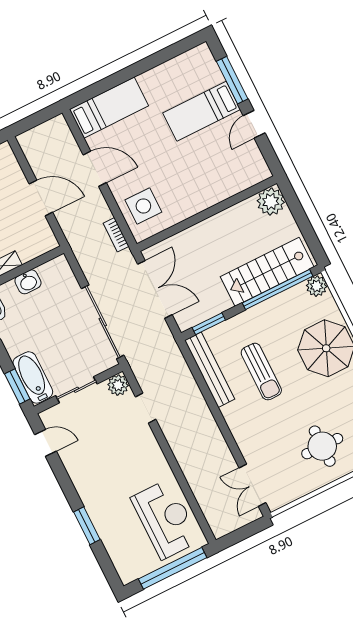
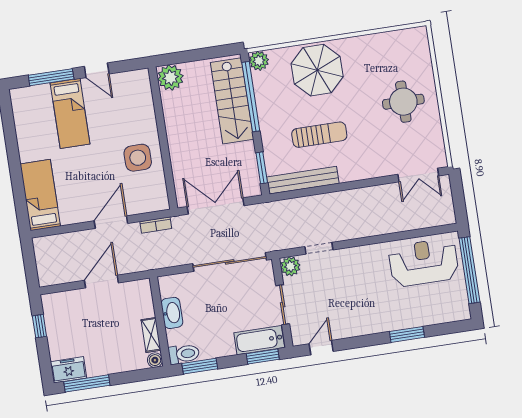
door: (95, 169) -> (111, 222), moved
side table: (143, 206) -> (138, 158), moved
washbasin: (28, 282) -> (172, 313), width x1.38

